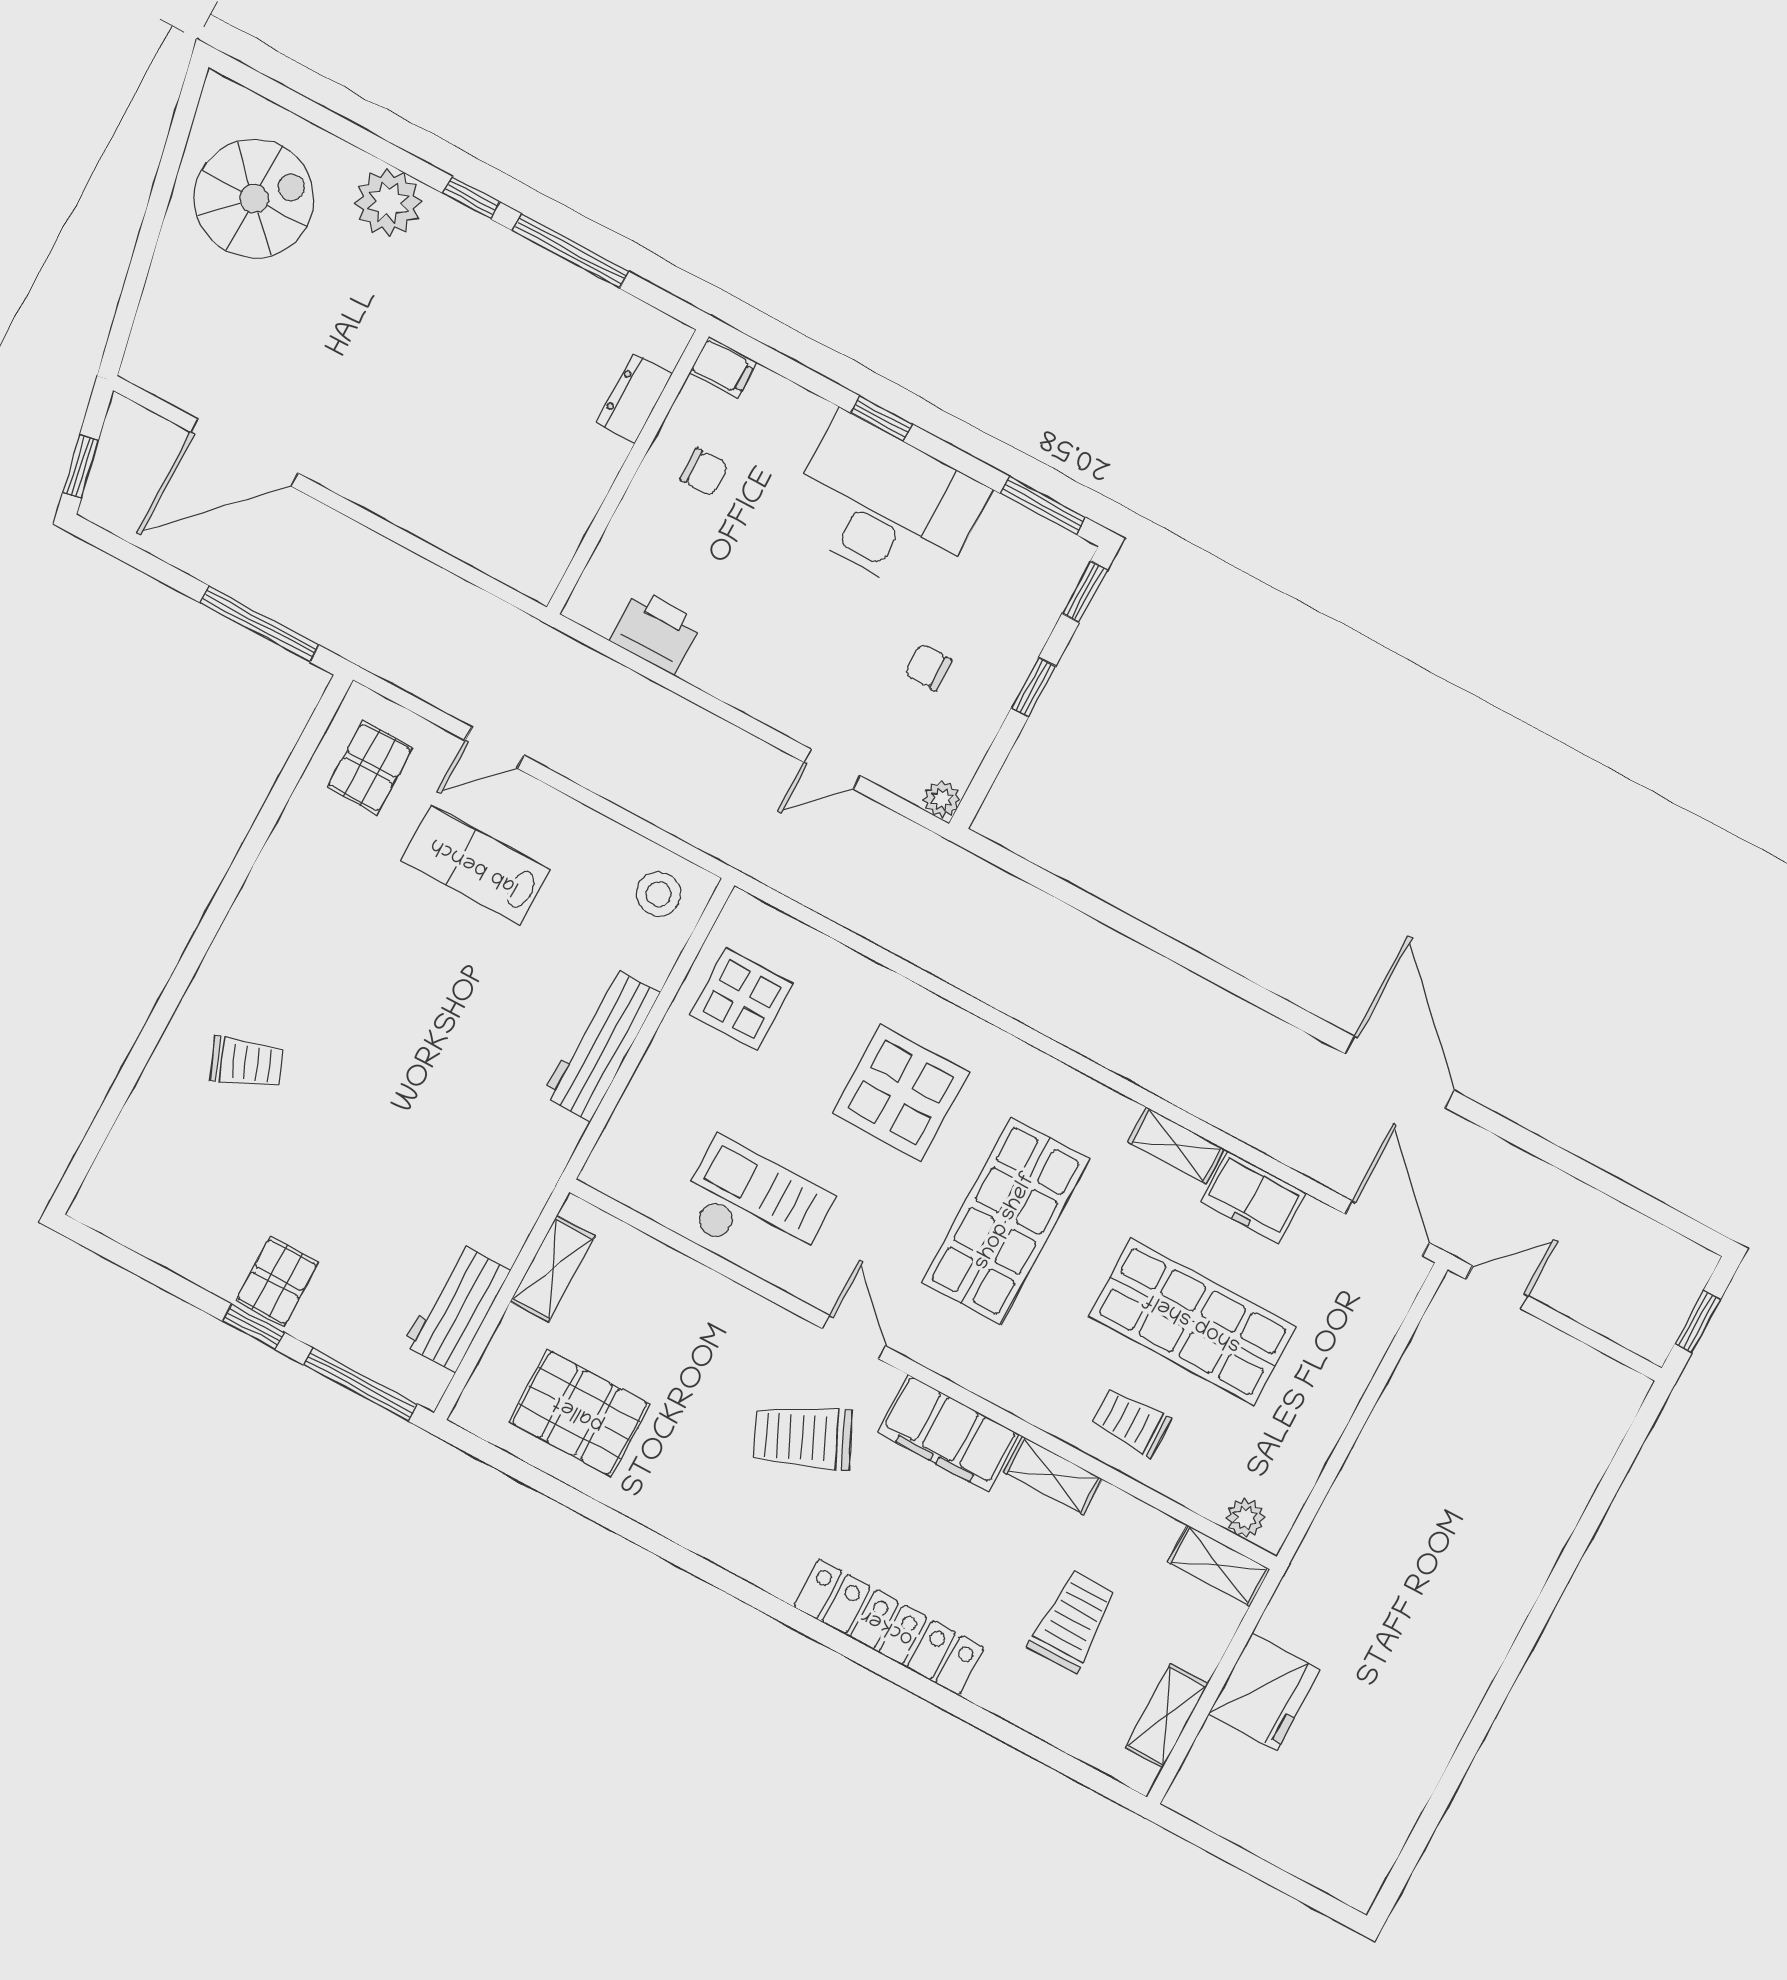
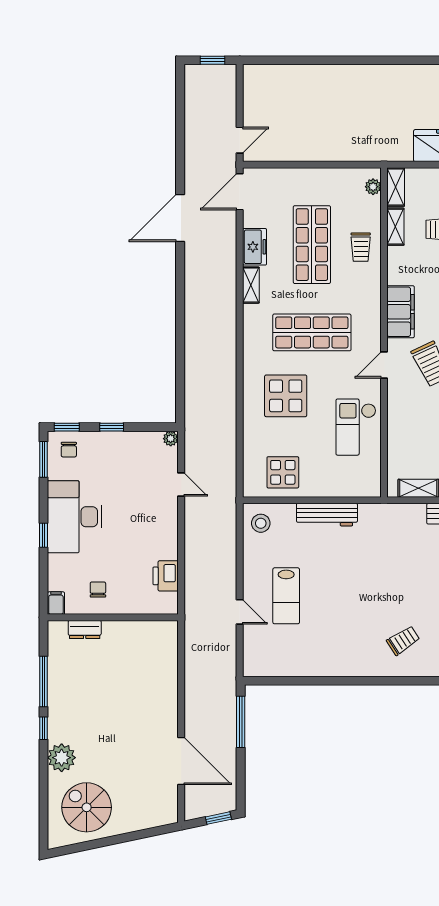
chair: (928, 667) -> (69, 450), moved
pallet: (370, 767) -> (271, 653), removed
trolley: (247, 1063) -> (403, 640), turned 78
door: (1497, 1287) -> (240, 140), swing flipped
shelving: (1053, 1475) -> (395, 227), moved

